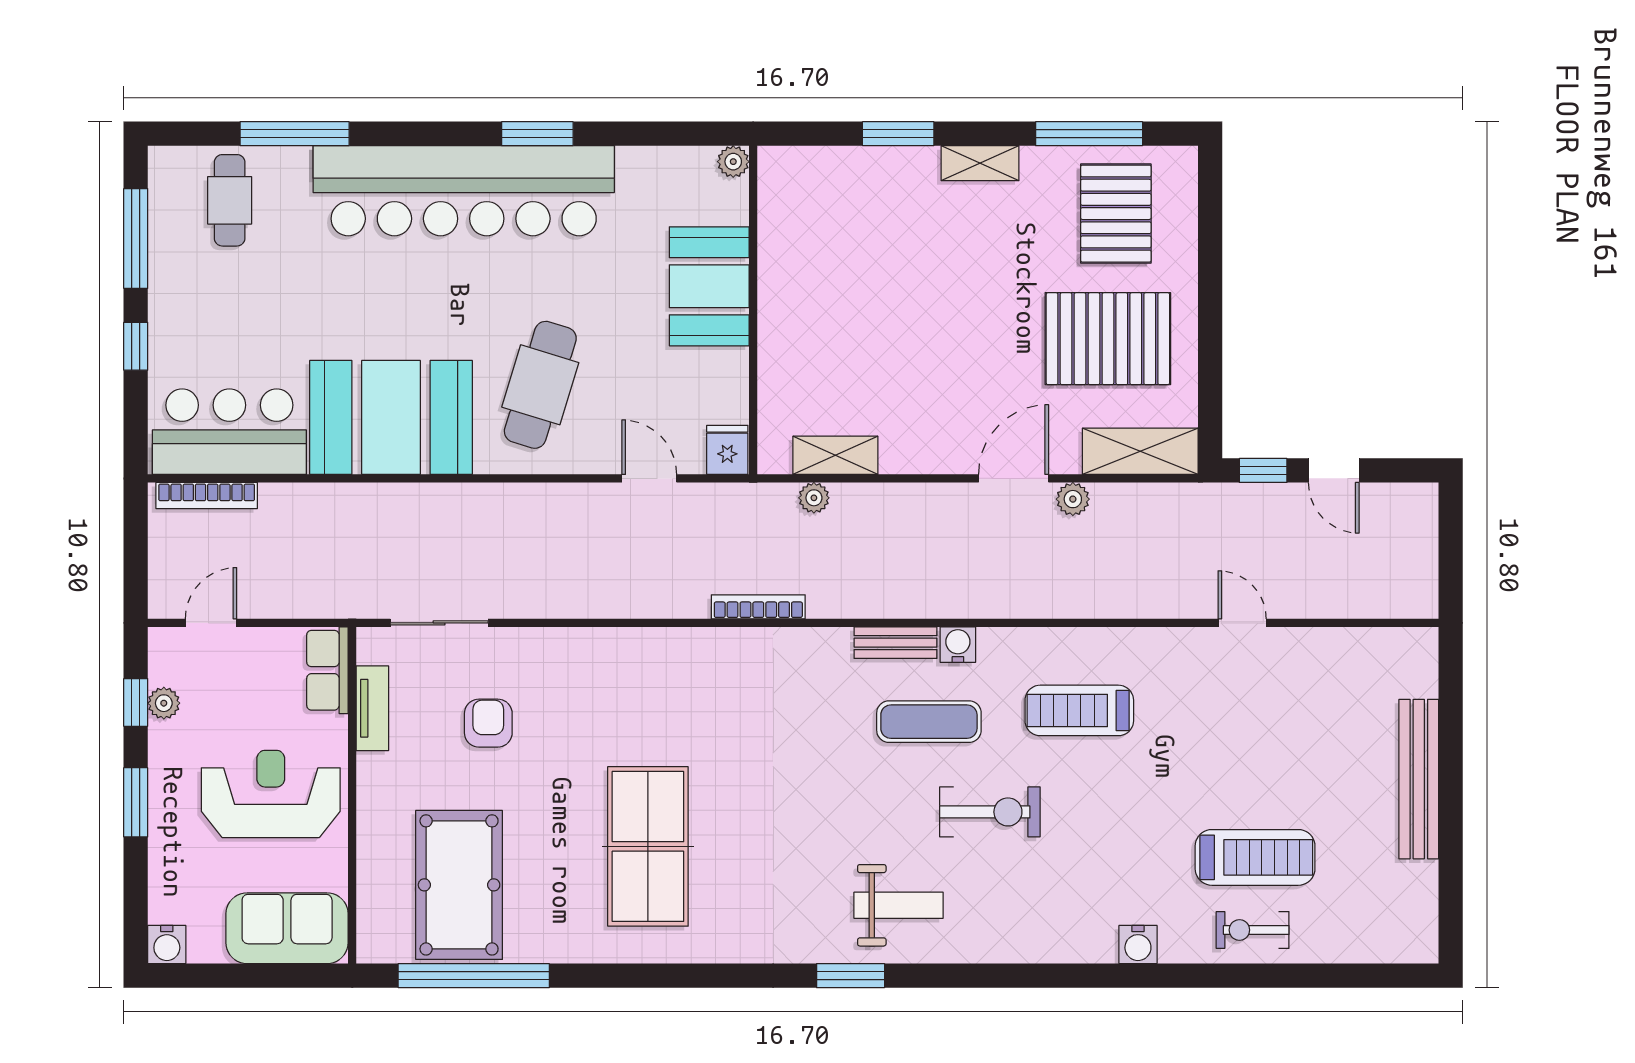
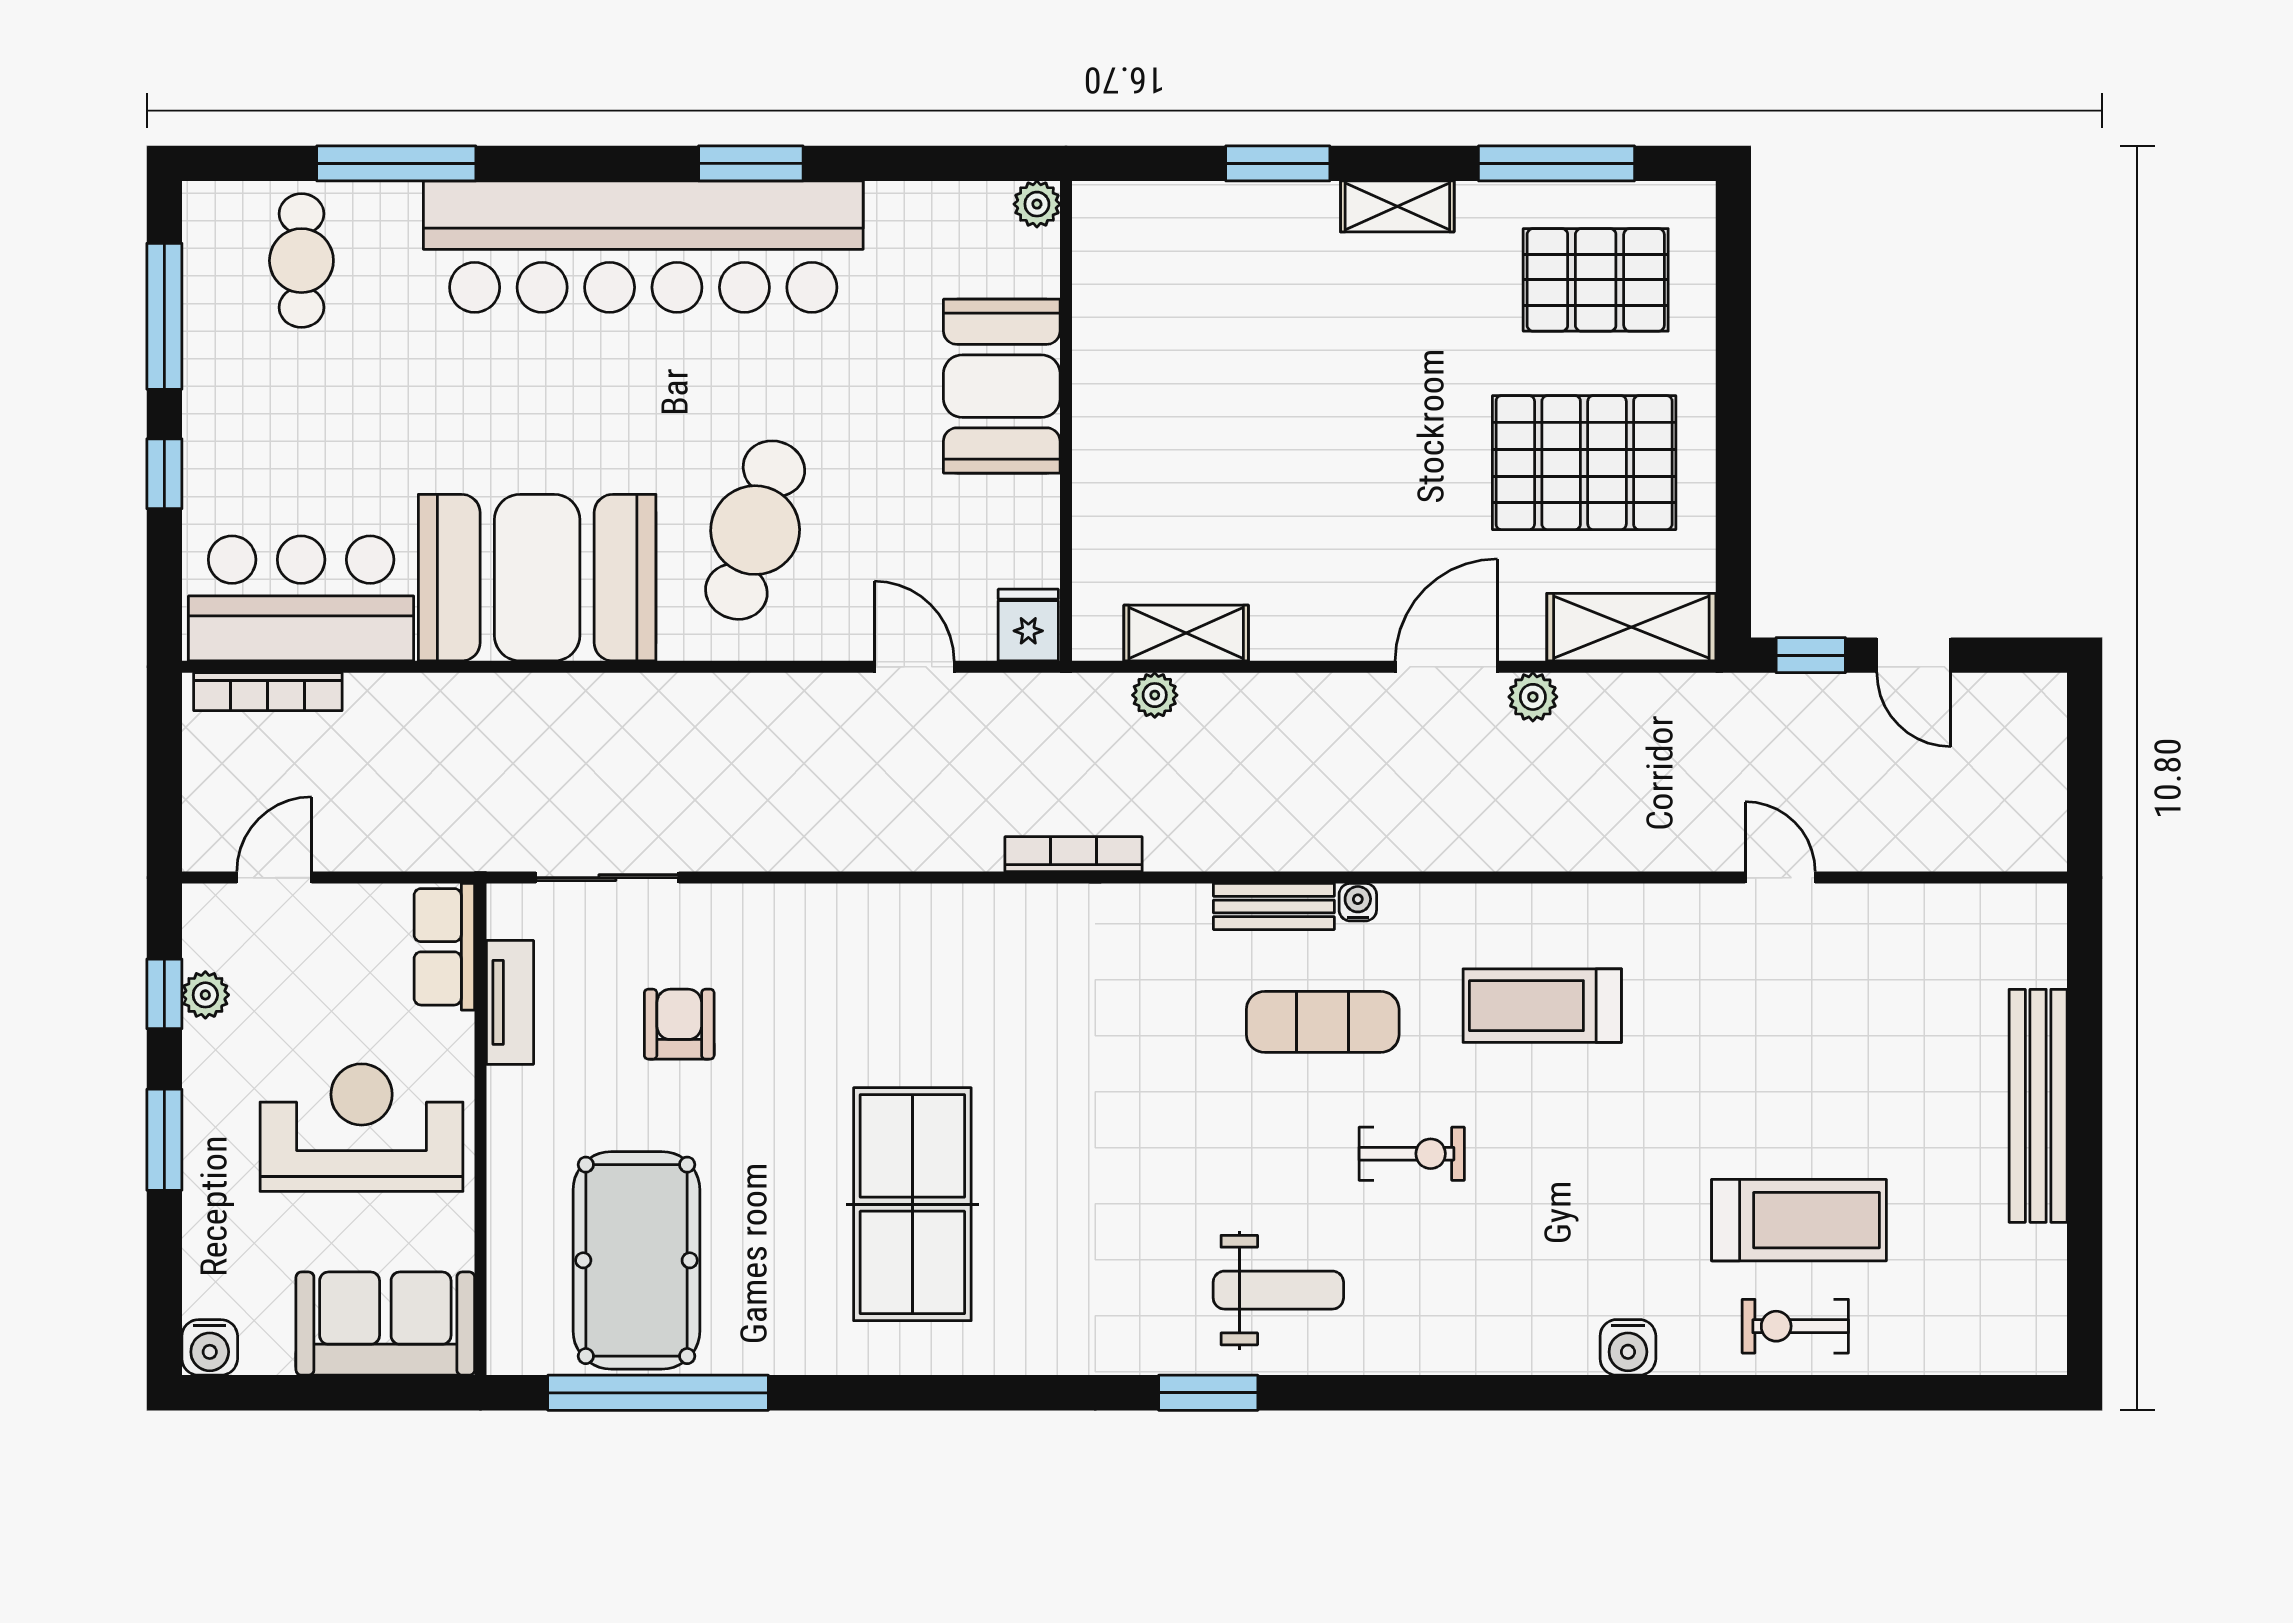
pallet: (1116, 214) -> (1596, 280), turned 90
water cooler: (958, 645) -> (1358, 902), width x0.72, depth x0.72
exercise bike: (990, 812) -> (1412, 1154), width x0.73, depth x0.72

